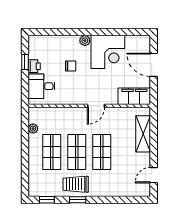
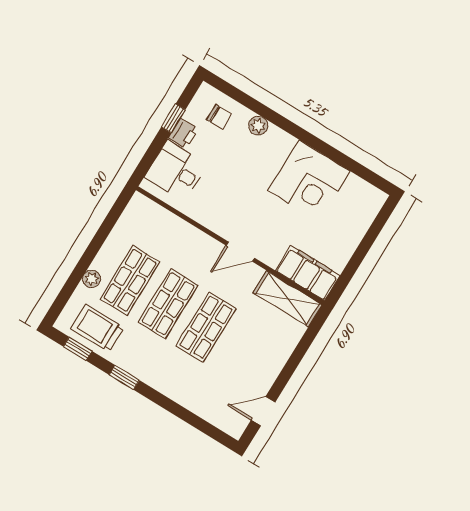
plant: (85, 41) -> (258, 126), moved
door: (154, 65) -> (367, 243), removed
chair: (71, 66) -> (219, 117), moved
plant: (33, 129) -> (92, 279), moved
shelving: (143, 134) -> (288, 299), moved, turned 90
trolley: (76, 184) -> (97, 328), moved

